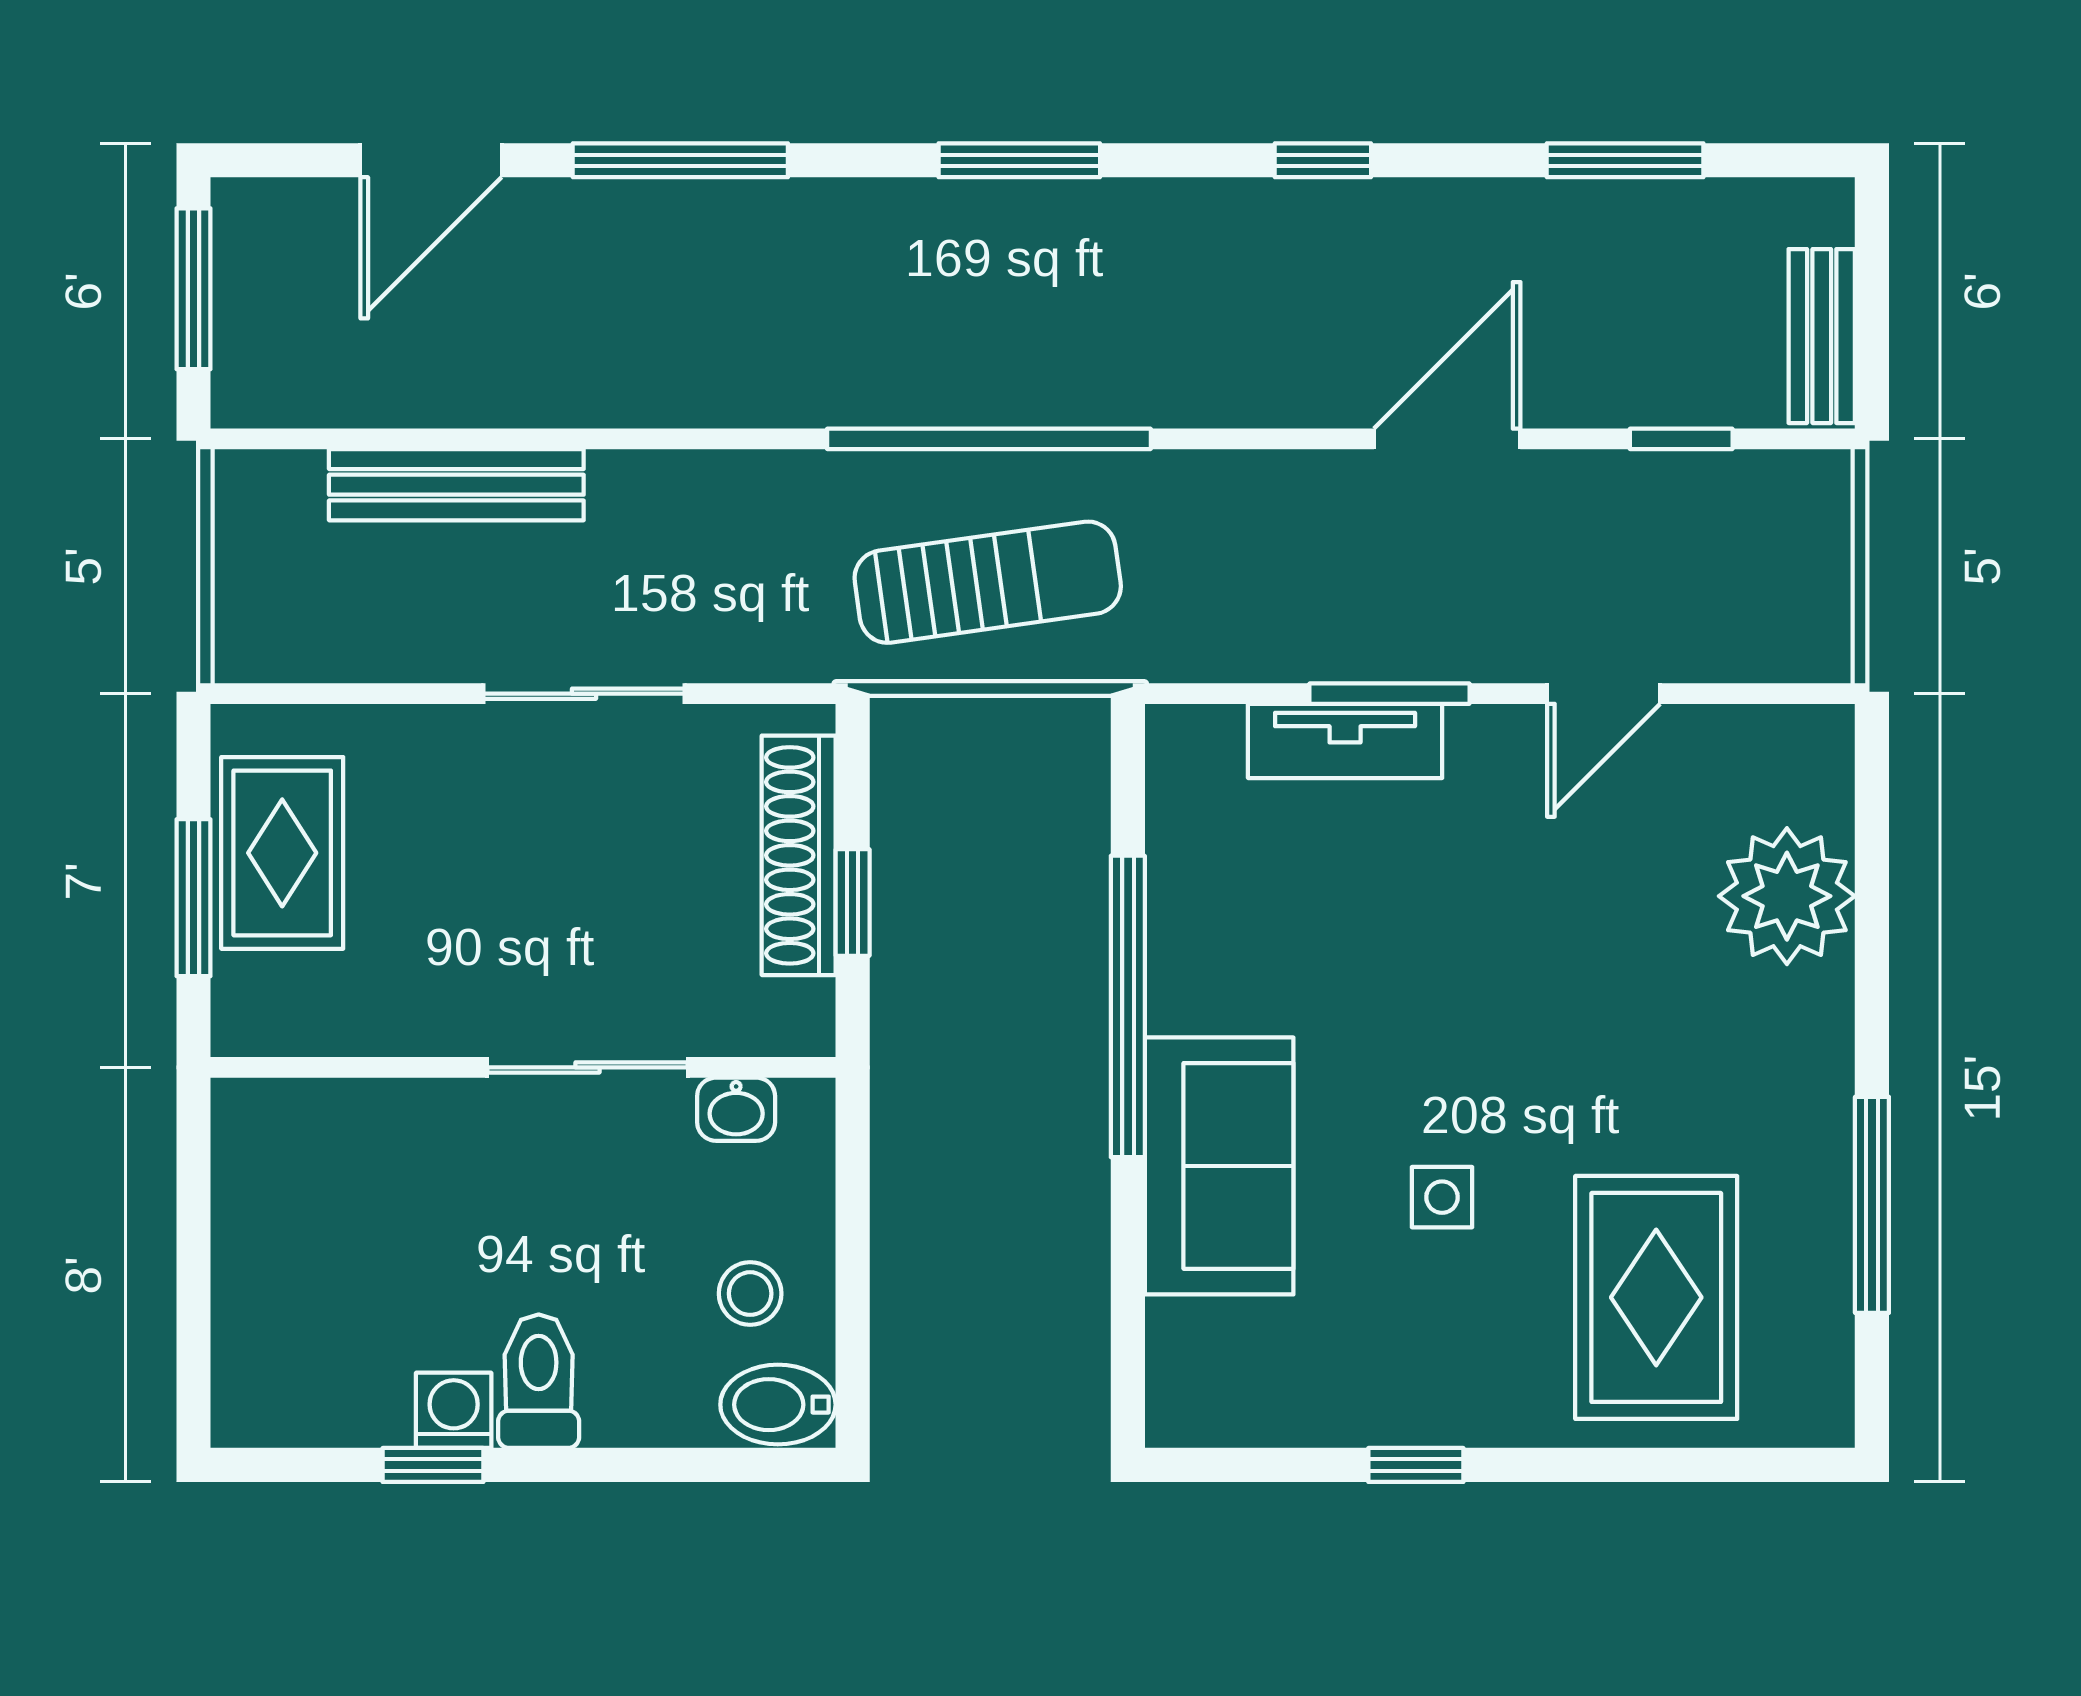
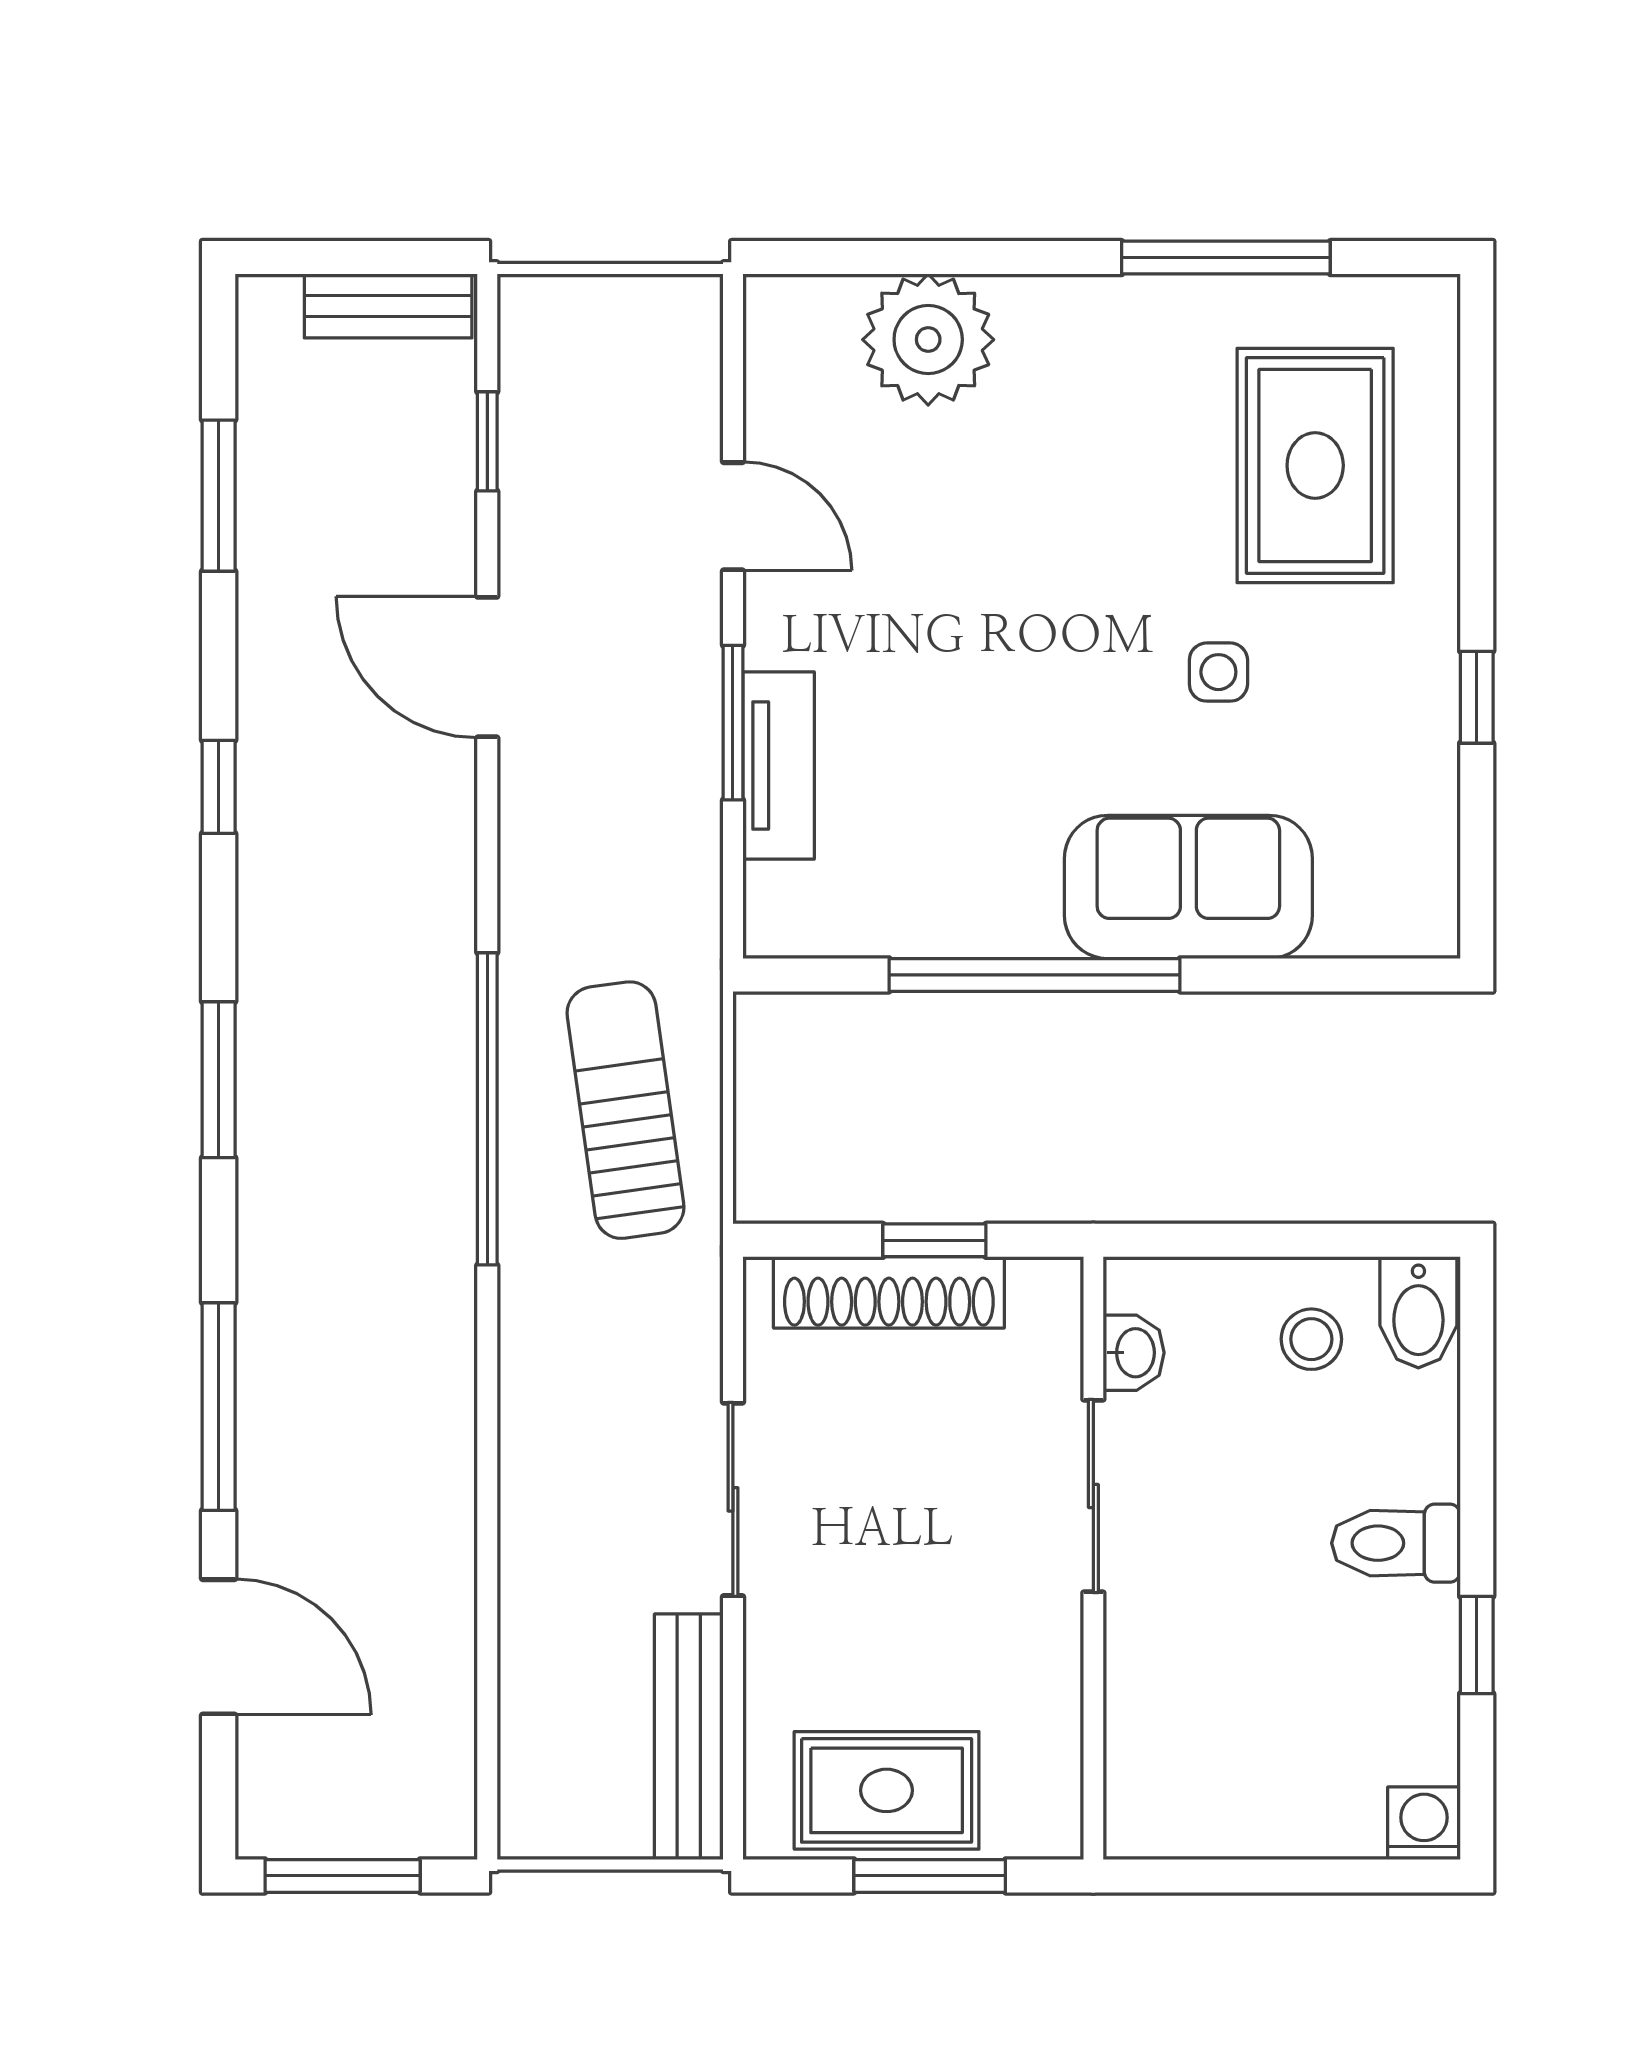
bench: (456, 485) -> (689, 1737), moved
rug: (1656, 1297) -> (1315, 465), turned 90
washing machine: (454, 1410) -> (1424, 1823), moved, turned 90

